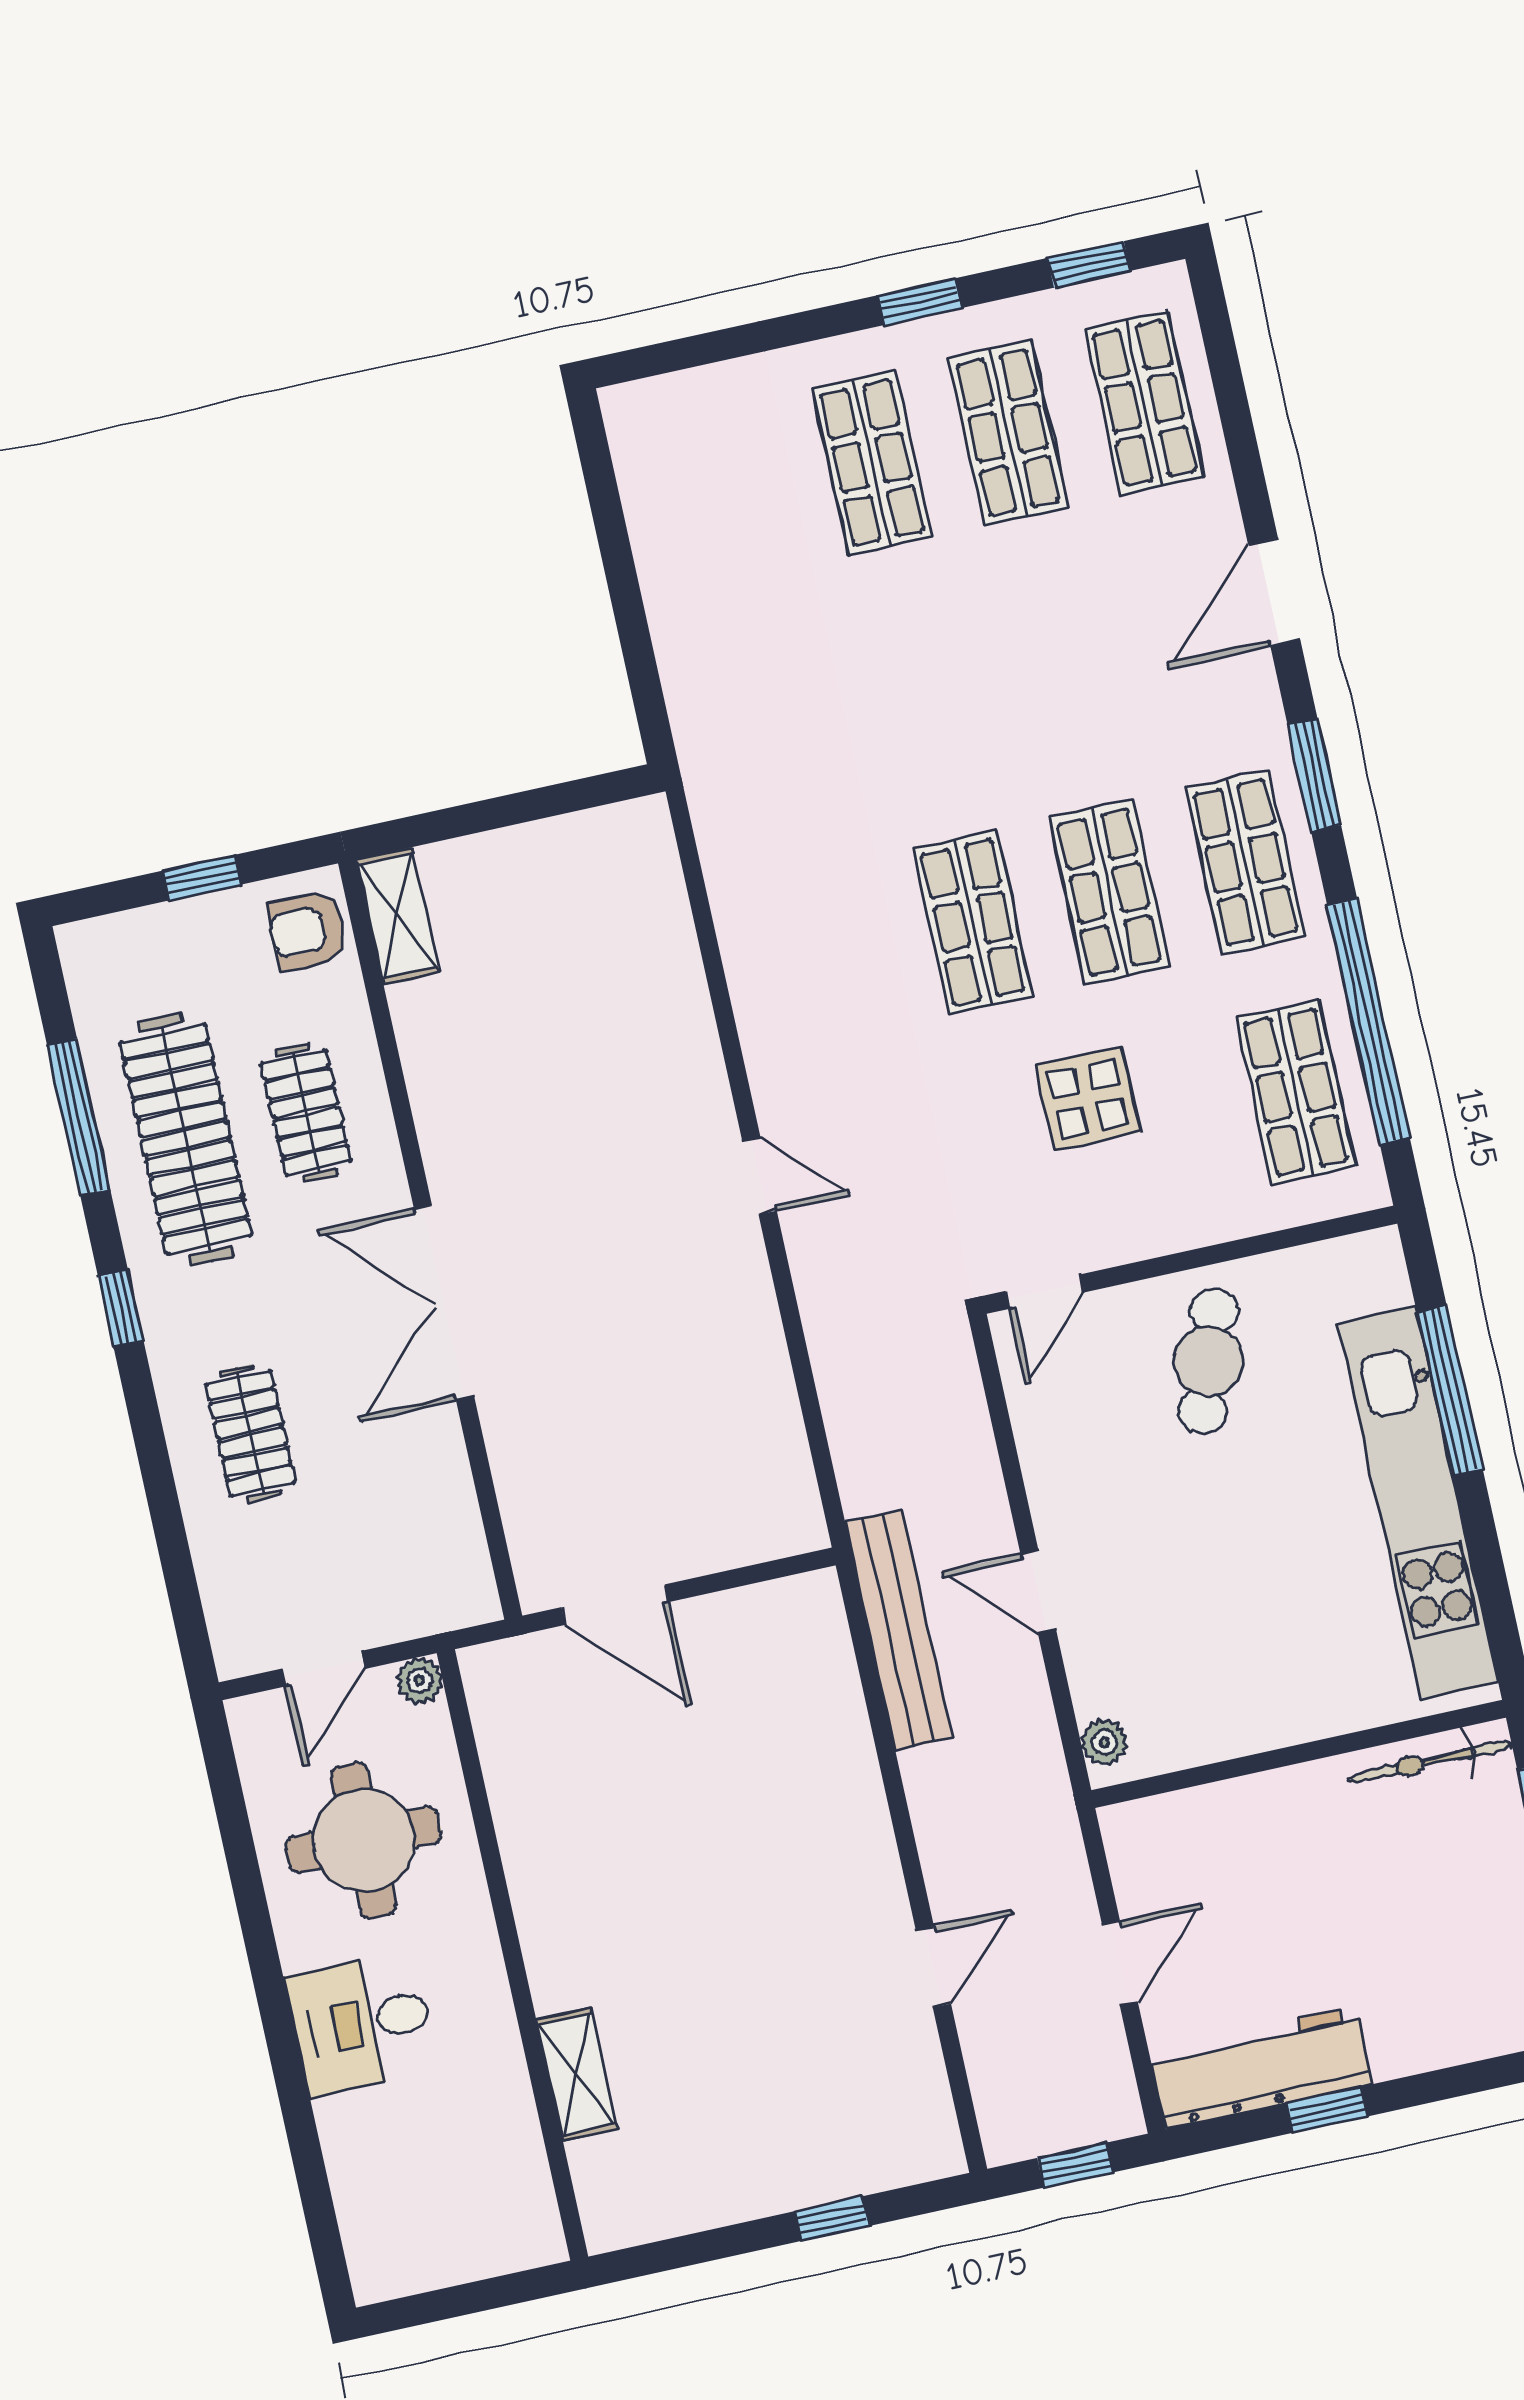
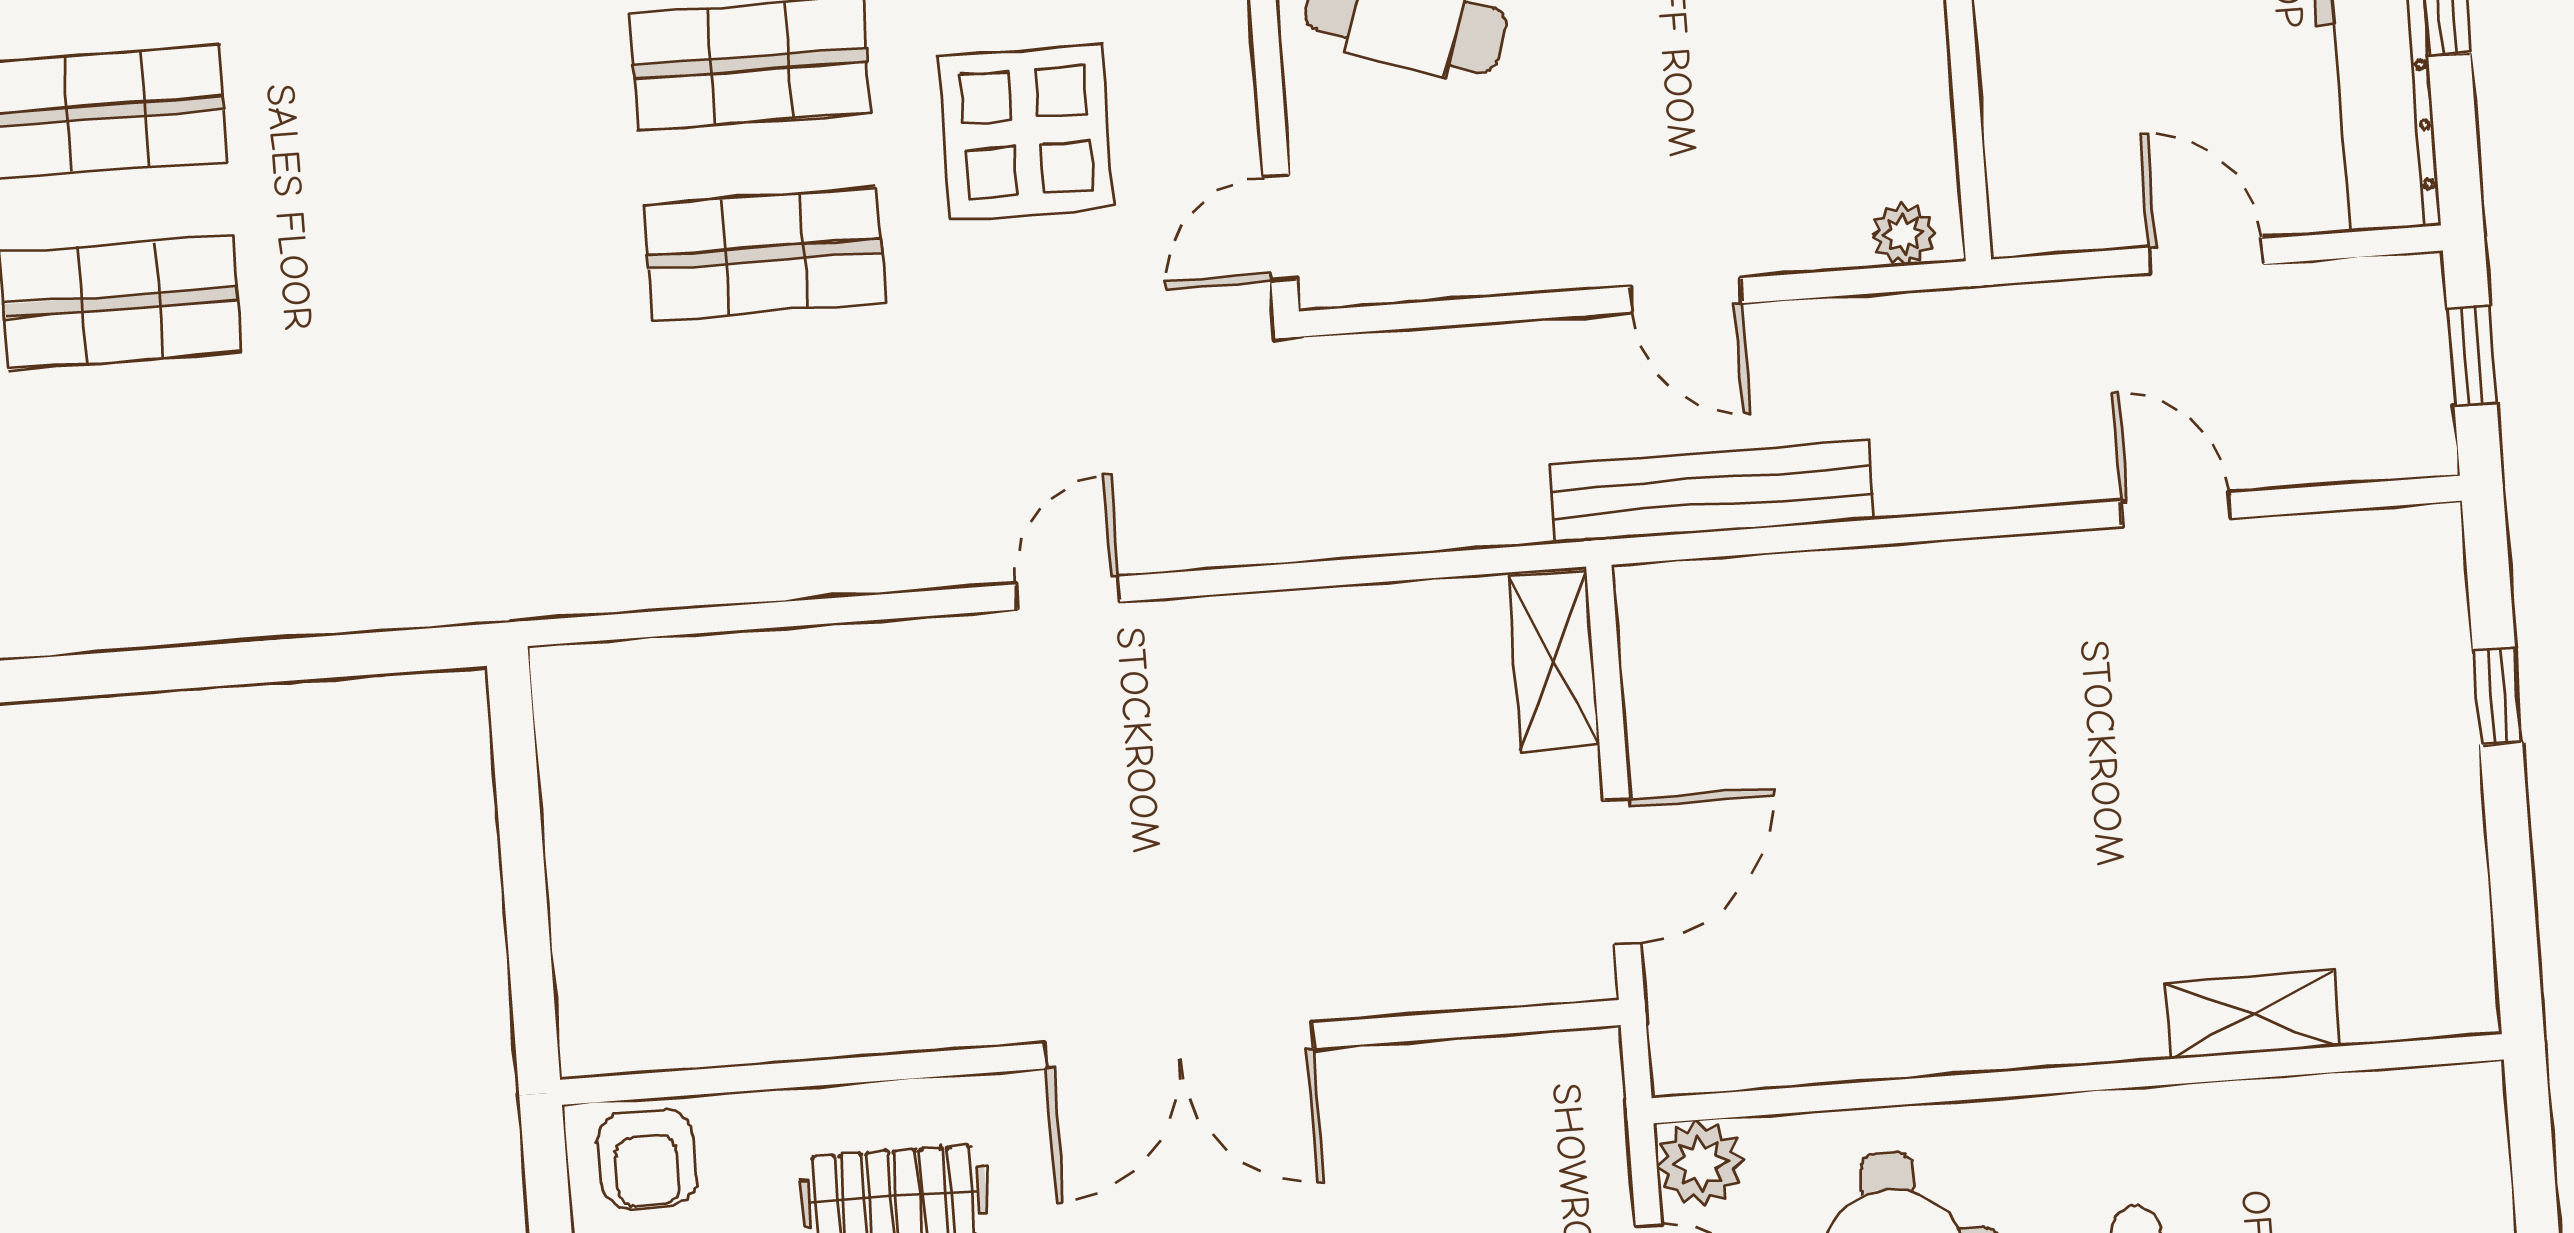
shelving: (398, 915) -> (1554, 661), moved, turned 90
display table: (1088, 1099) -> (1026, 132), width x1.36, depth x1.36
door: (1045, 1292) -> (1280, 228), swing flipped
door: (1038, 1592) -> (1686, 295), hinge flipped
plant: (419, 1681) -> (1700, 1163), width x1.38, depth x1.38

